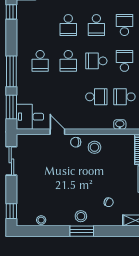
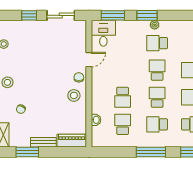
school desk: (68, 61) -> (157, 70), turned 90
school desk: (124, 61) -> (157, 124), turned 180
plant: (21, 64) -> (155, 25), added
window: (11, 71) -> (147, 15), width x0.69
window: (11, 211) -> (29, 15), moved

